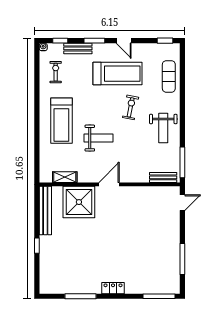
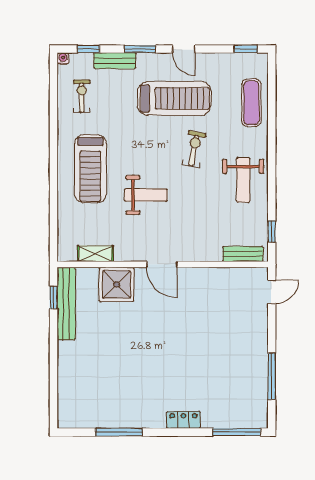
window: (182, 162) -> (272, 231), width x0.46
door: (109, 184) -> (162, 264), swing flipped
shower: (79, 202) -> (117, 284), width x0.73, depth x0.73
window: (37, 246) -> (54, 298), moved
locker: (113, 288) -> (183, 420), moved

